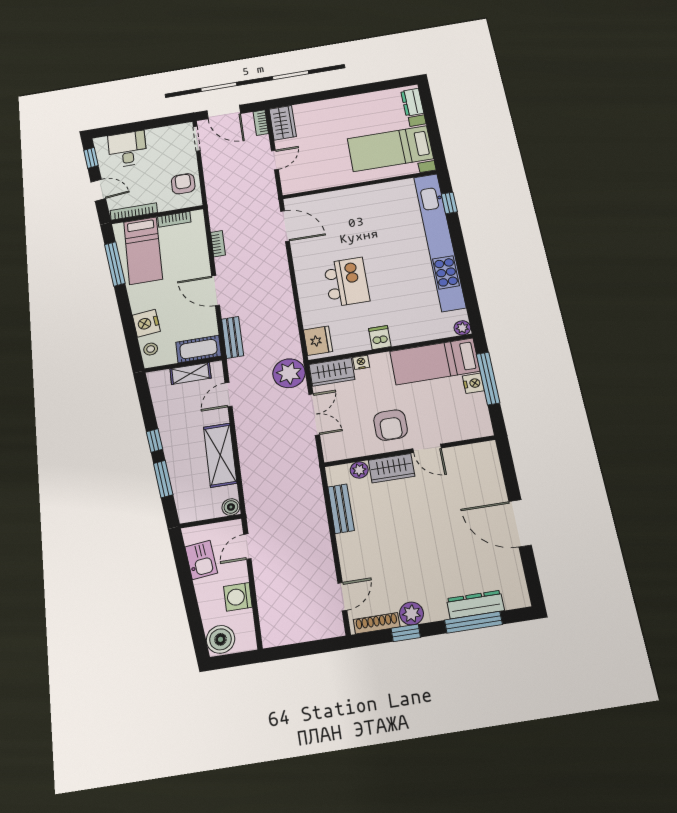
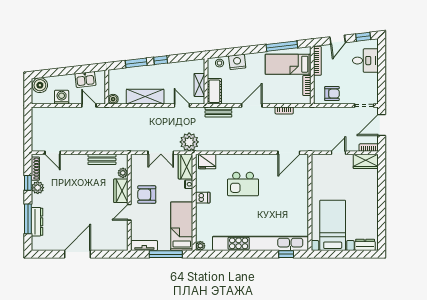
door: (275, 160) -> (338, 153), swing flipped
nightstand: (473, 383) -> (164, 245), removed
tv unit: (480, 415) -> (144, 245), added

